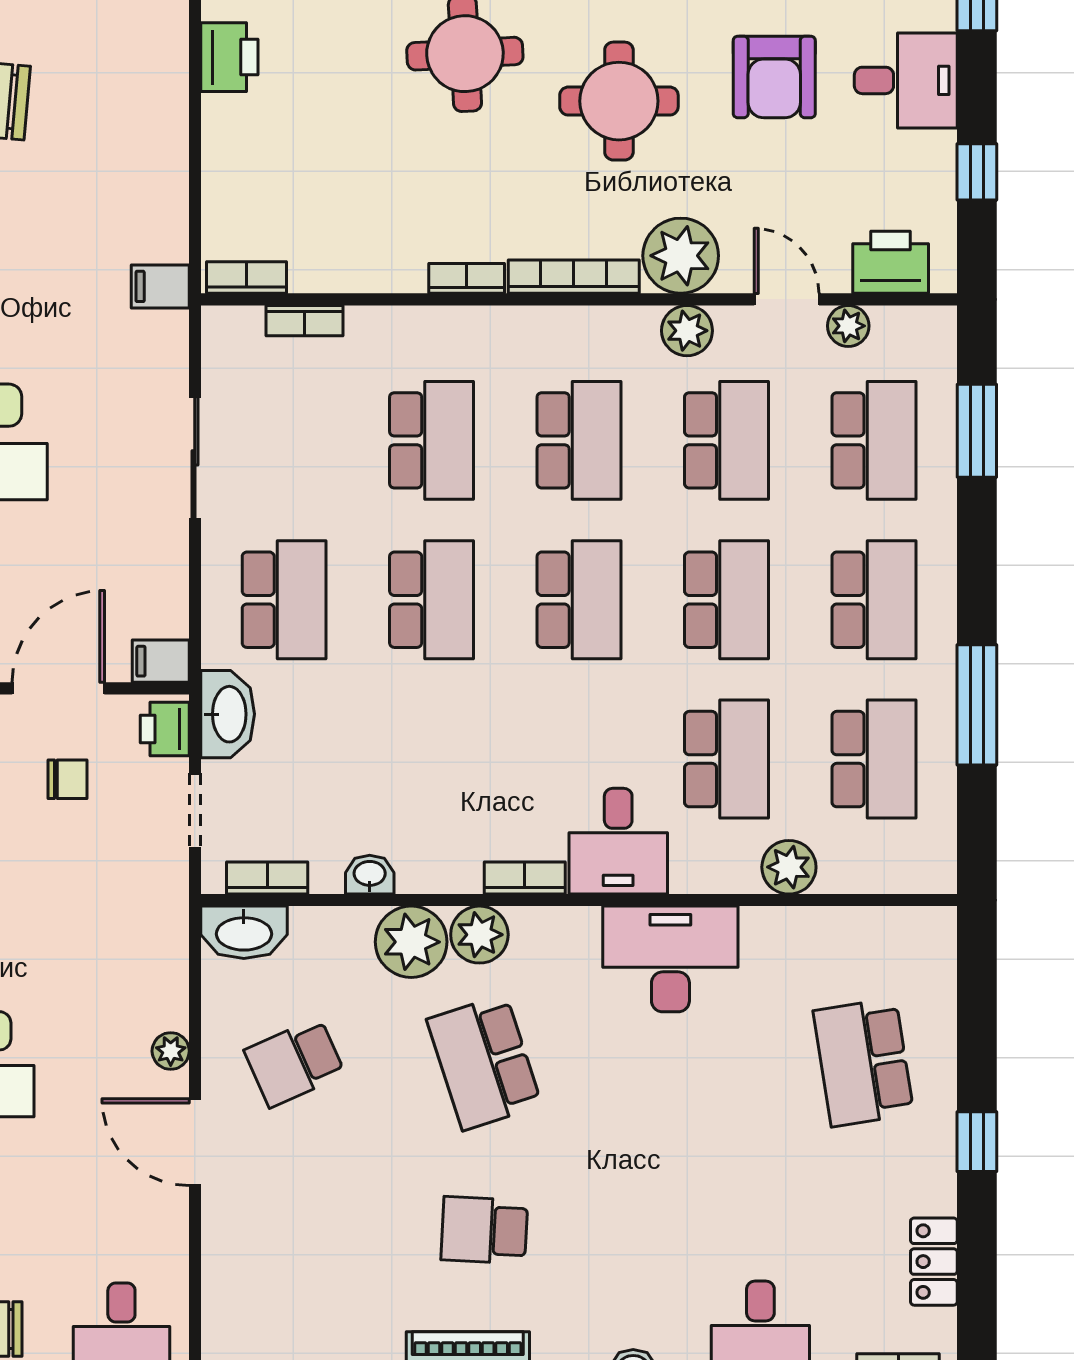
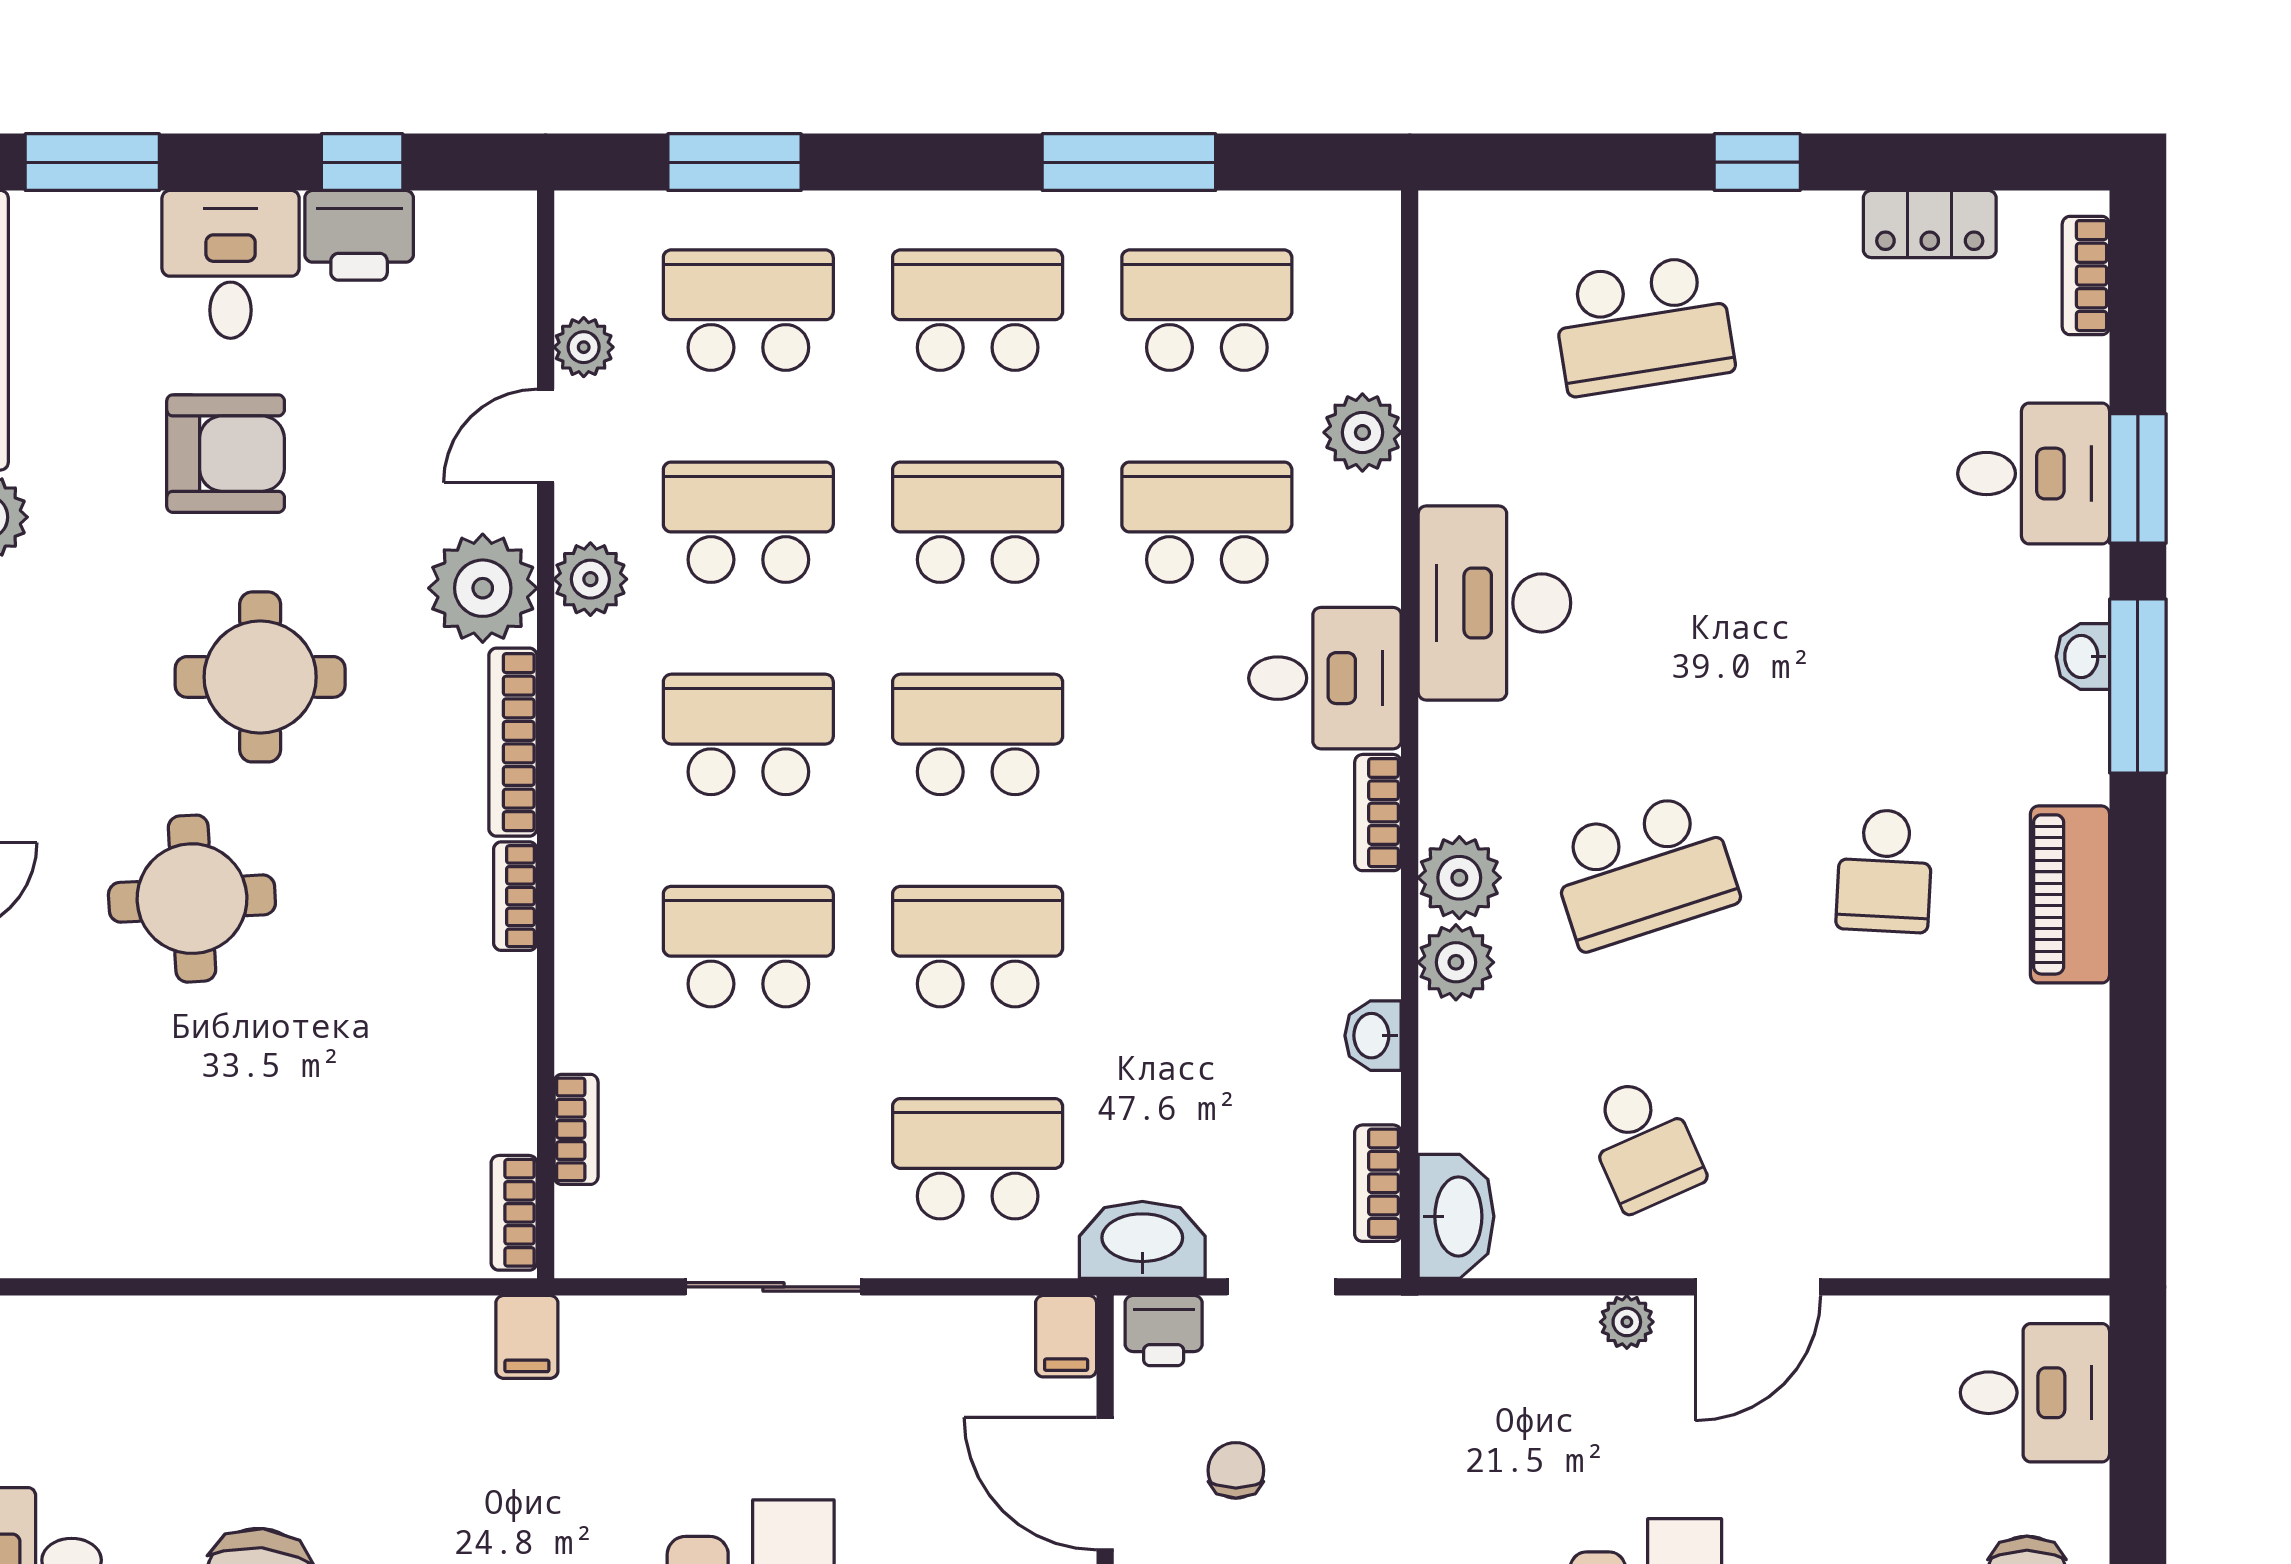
printer: (229, 57) -> (197, 1237), removed
printer: (891, 262) -> (359, 235), moved, turned -90
plant: (411, 942) -> (1456, 962), width x0.73, depth x0.73

